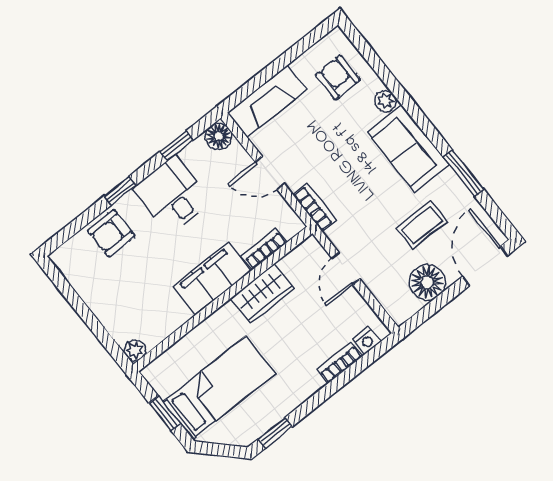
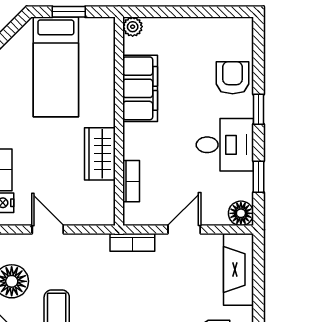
door: (346, 268) -> (48, 230), moved
filing cabinet: (212, 279) -> (140, 88), moved

